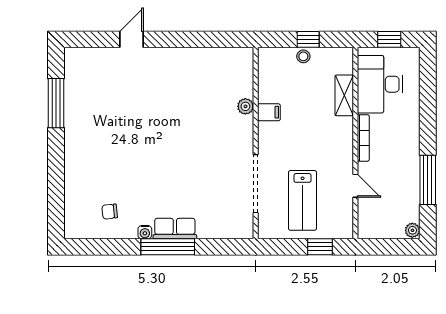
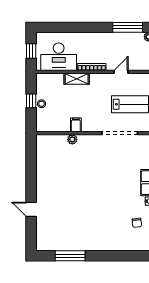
shelving: (344, 95) -> (77, 79), moved
window: (428, 180) -> (128, 27), moved

